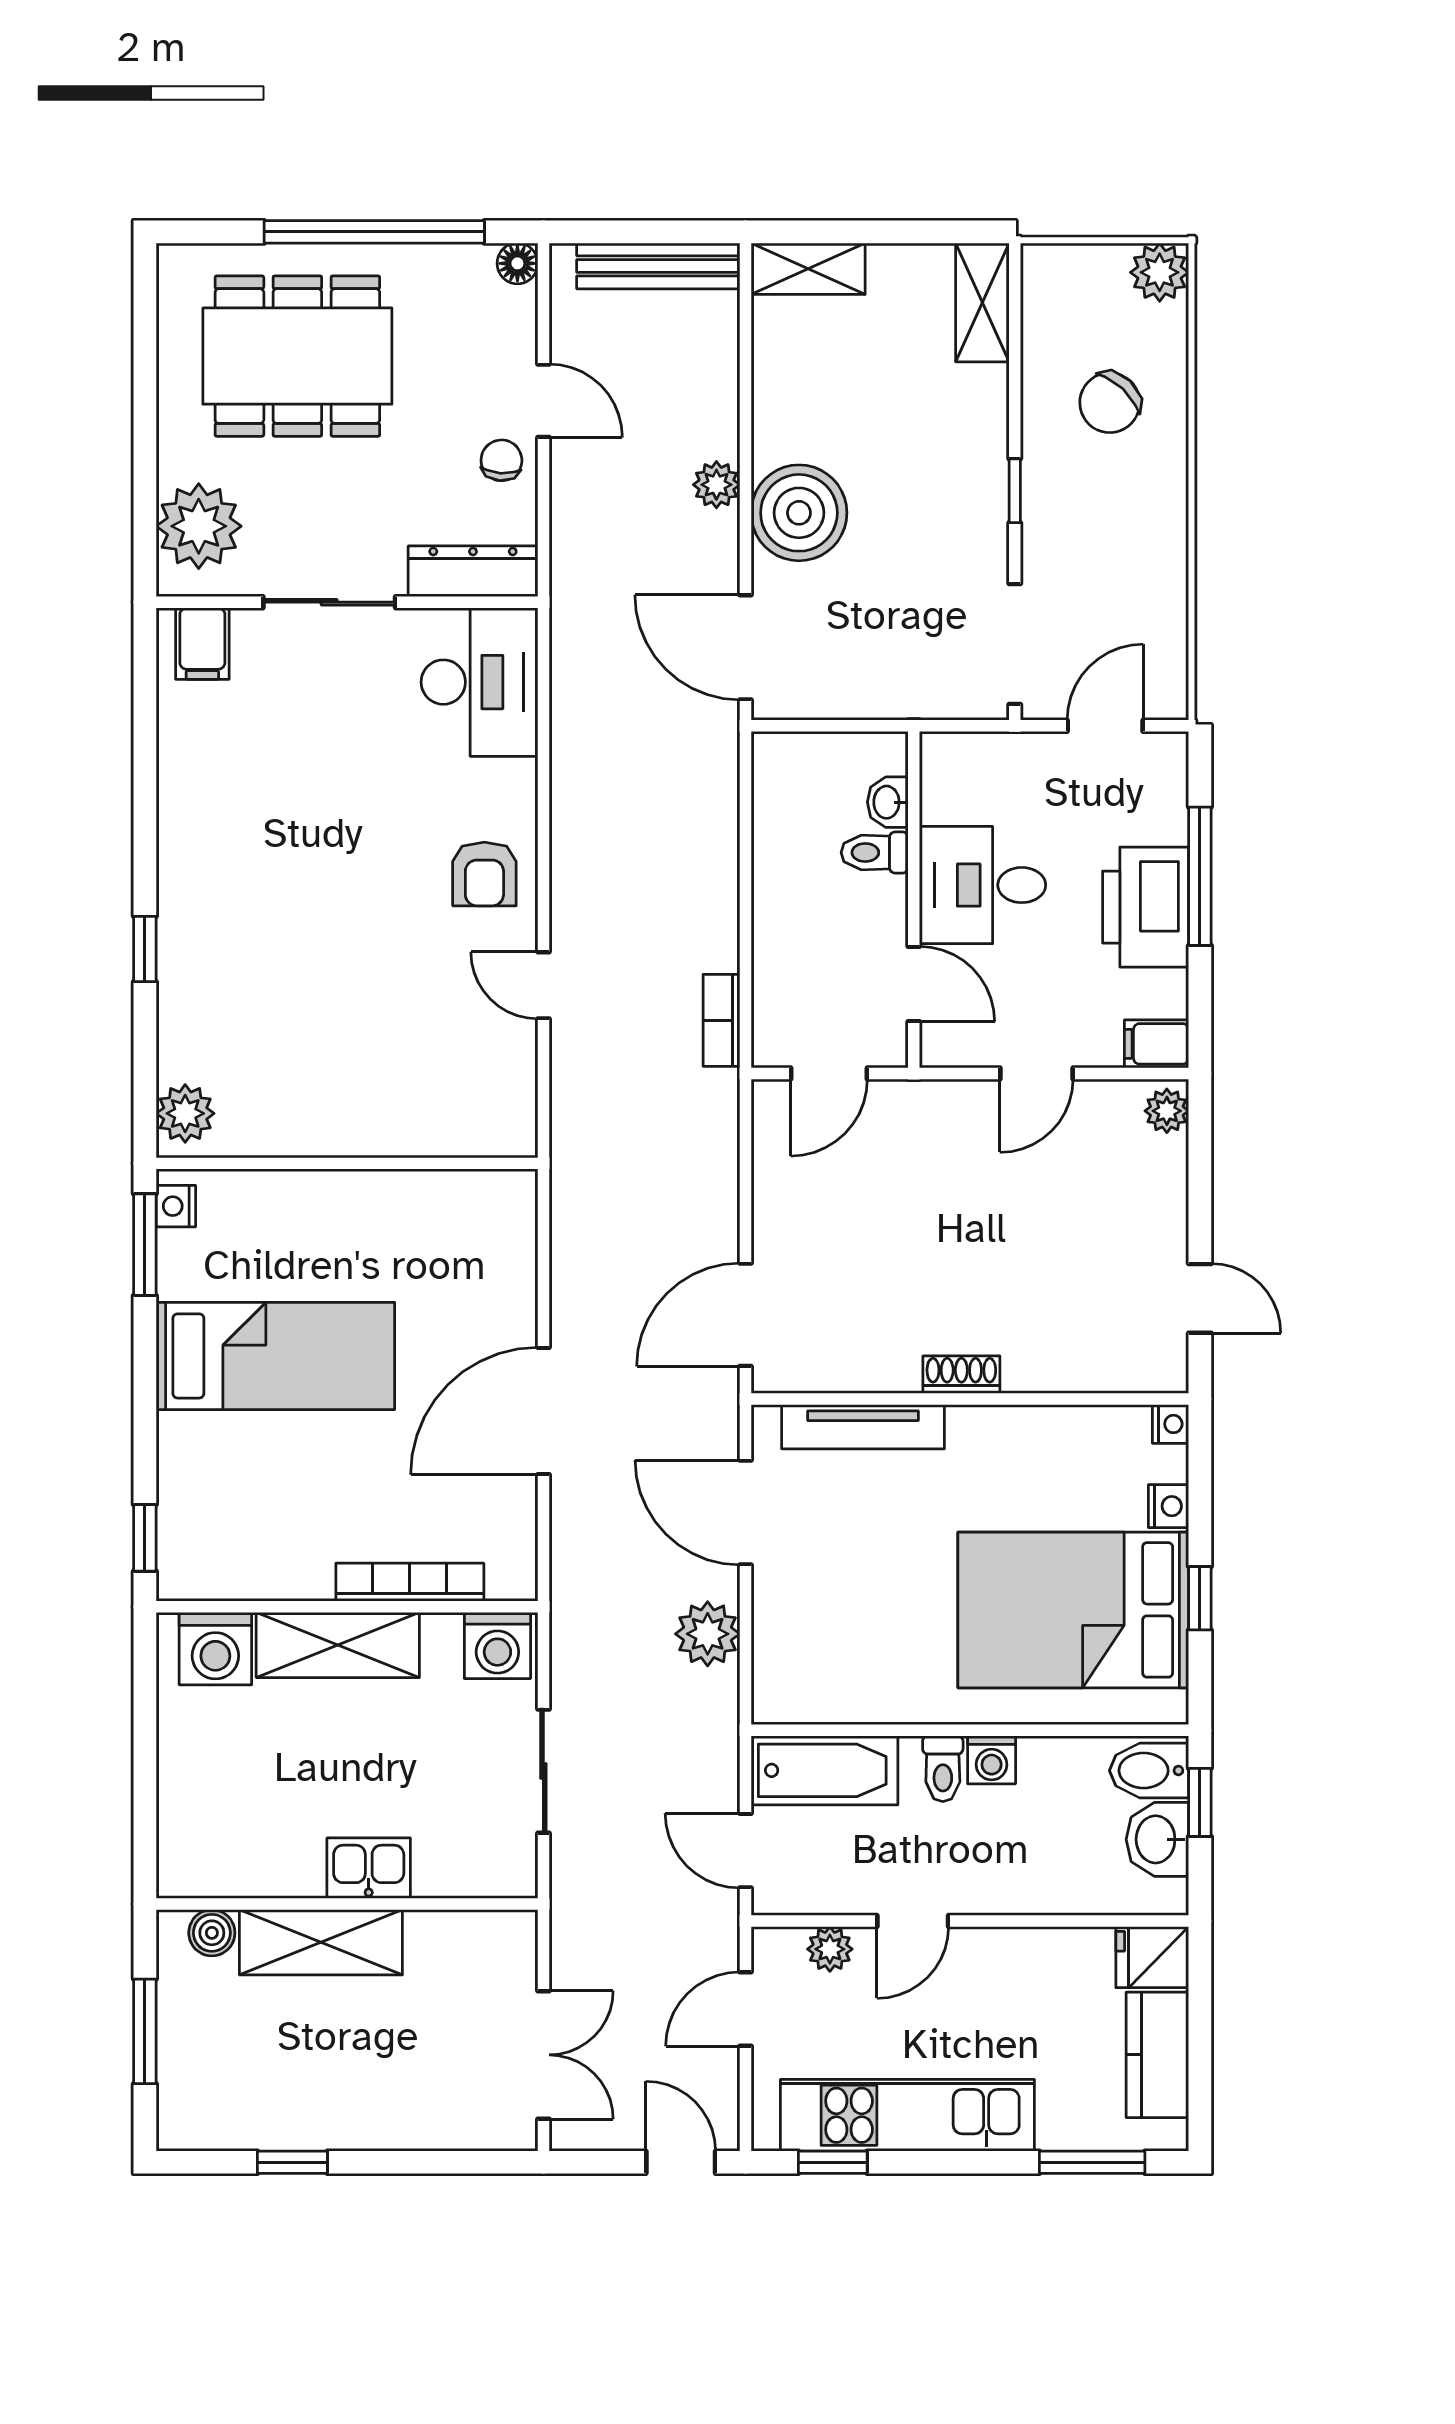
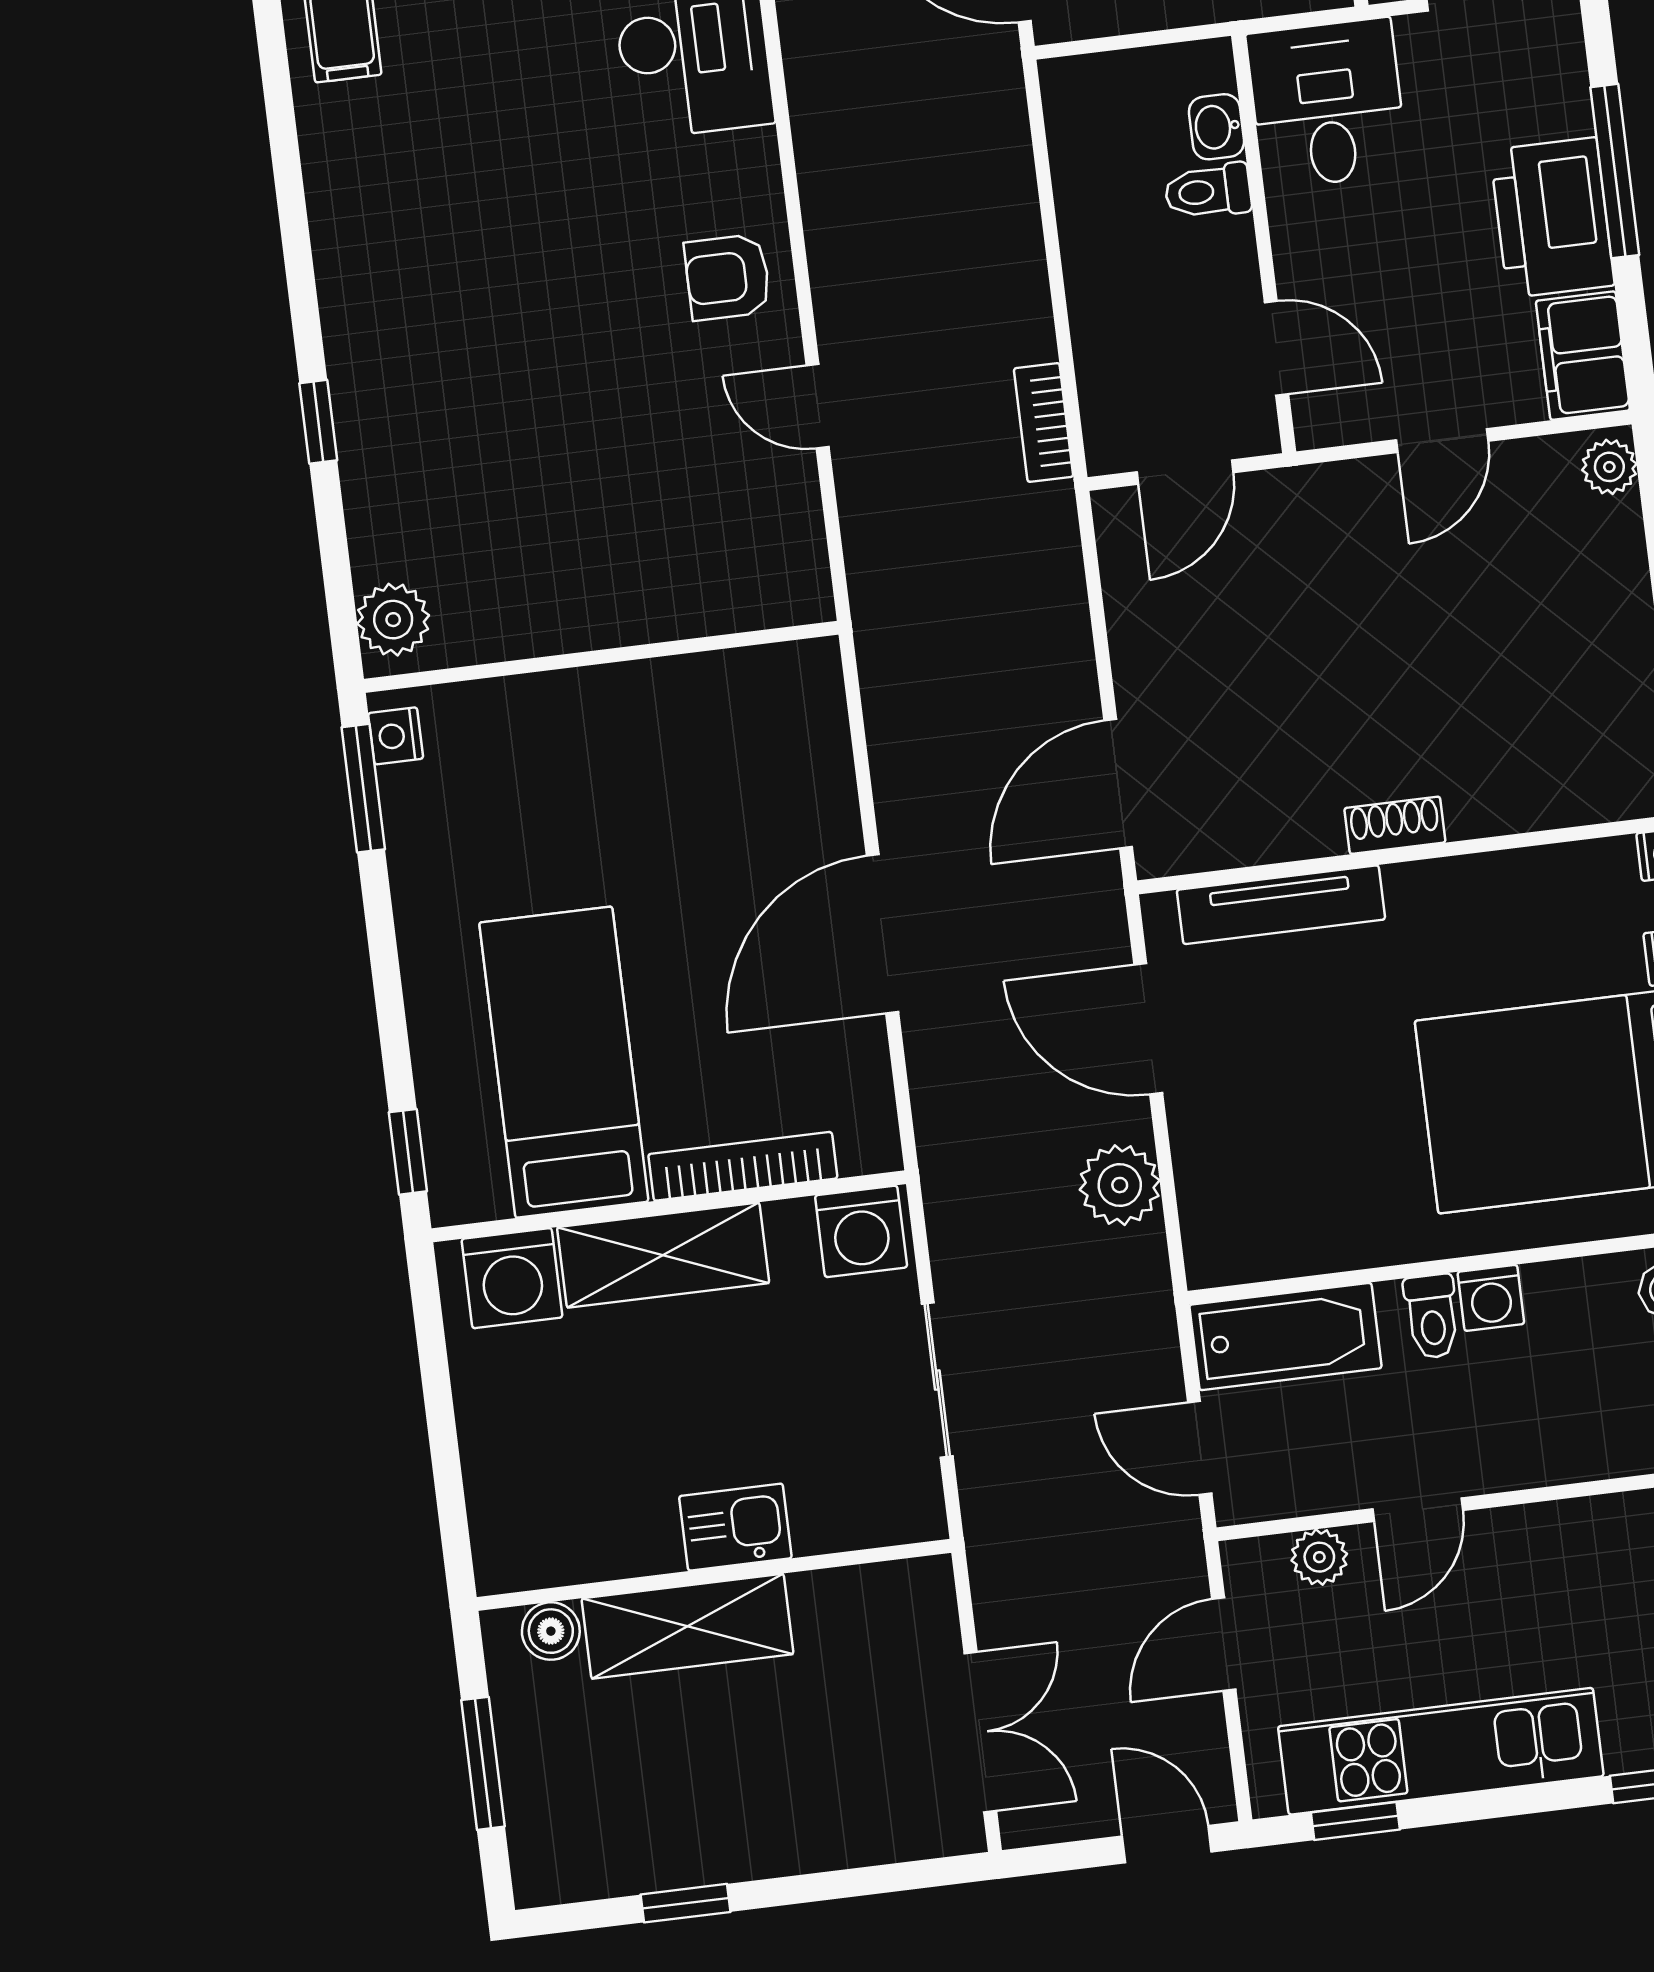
armchair: (484, 874) -> (728, 277), turned 90
desk: (983, 885) -> (1327, 104), moved, turned 90
filing cabinet: (1157, 1044) -> (1583, 356), width x2.00
bed: (275, 1356) -> (564, 1062), moved, turned -90

